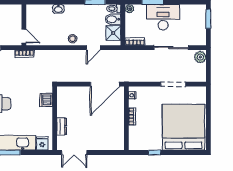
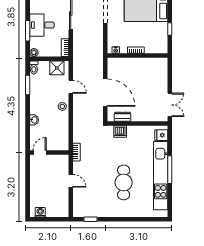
desk: (163, 17) -> (42, 25), width x0.73
bidet: (113, 19) -> (44, 68), removed
door: (24, 36) -> (40, 153), moved
door: (105, 84) -> (105, 93), moved
dresser: (62, 126) -> (123, 117), moved

